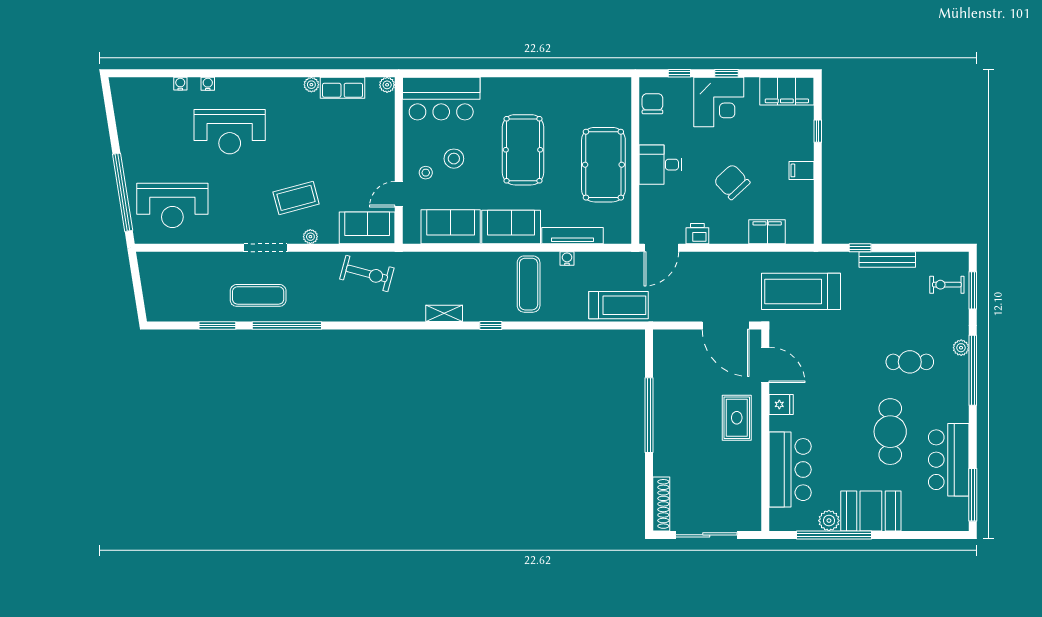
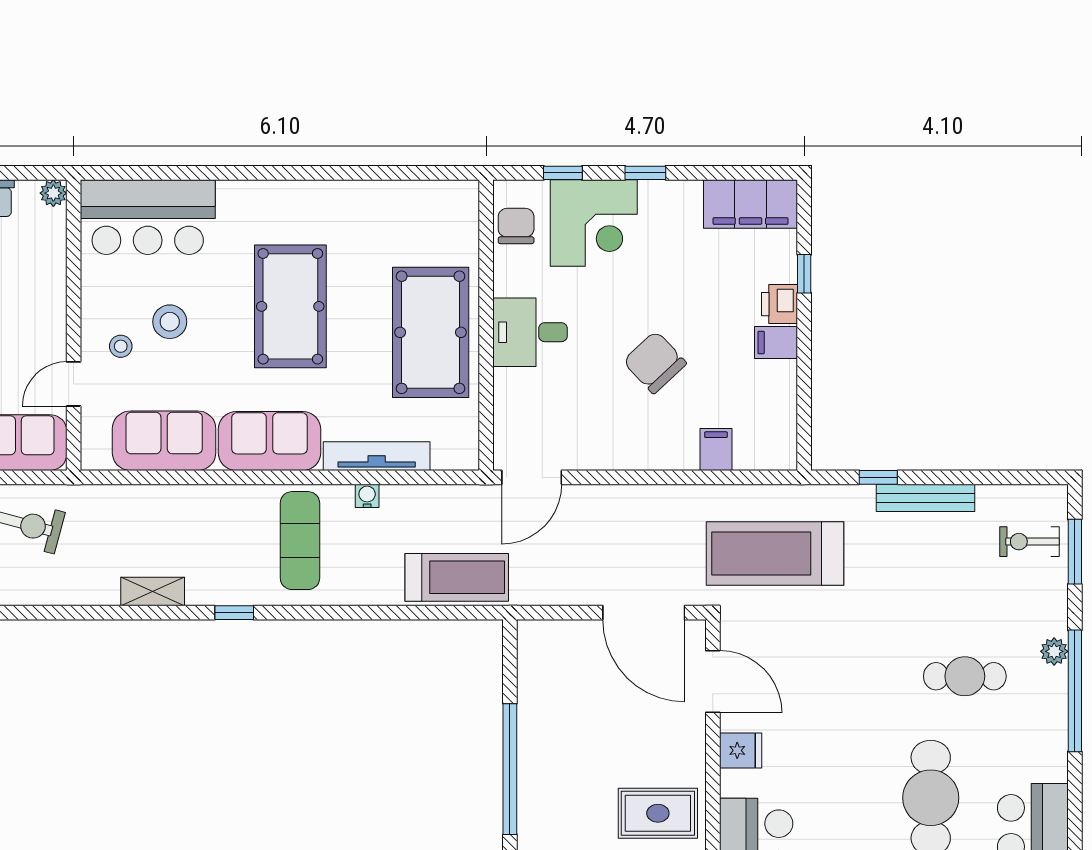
corner desk: (719, 102) -> (594, 223), moved
filing cabinet: (767, 232) -> (716, 449), width x0.50
printer: (697, 234) -> (780, 304), moved, turned -90
rug: (737, 418) -> (658, 813), moved, turned 90

